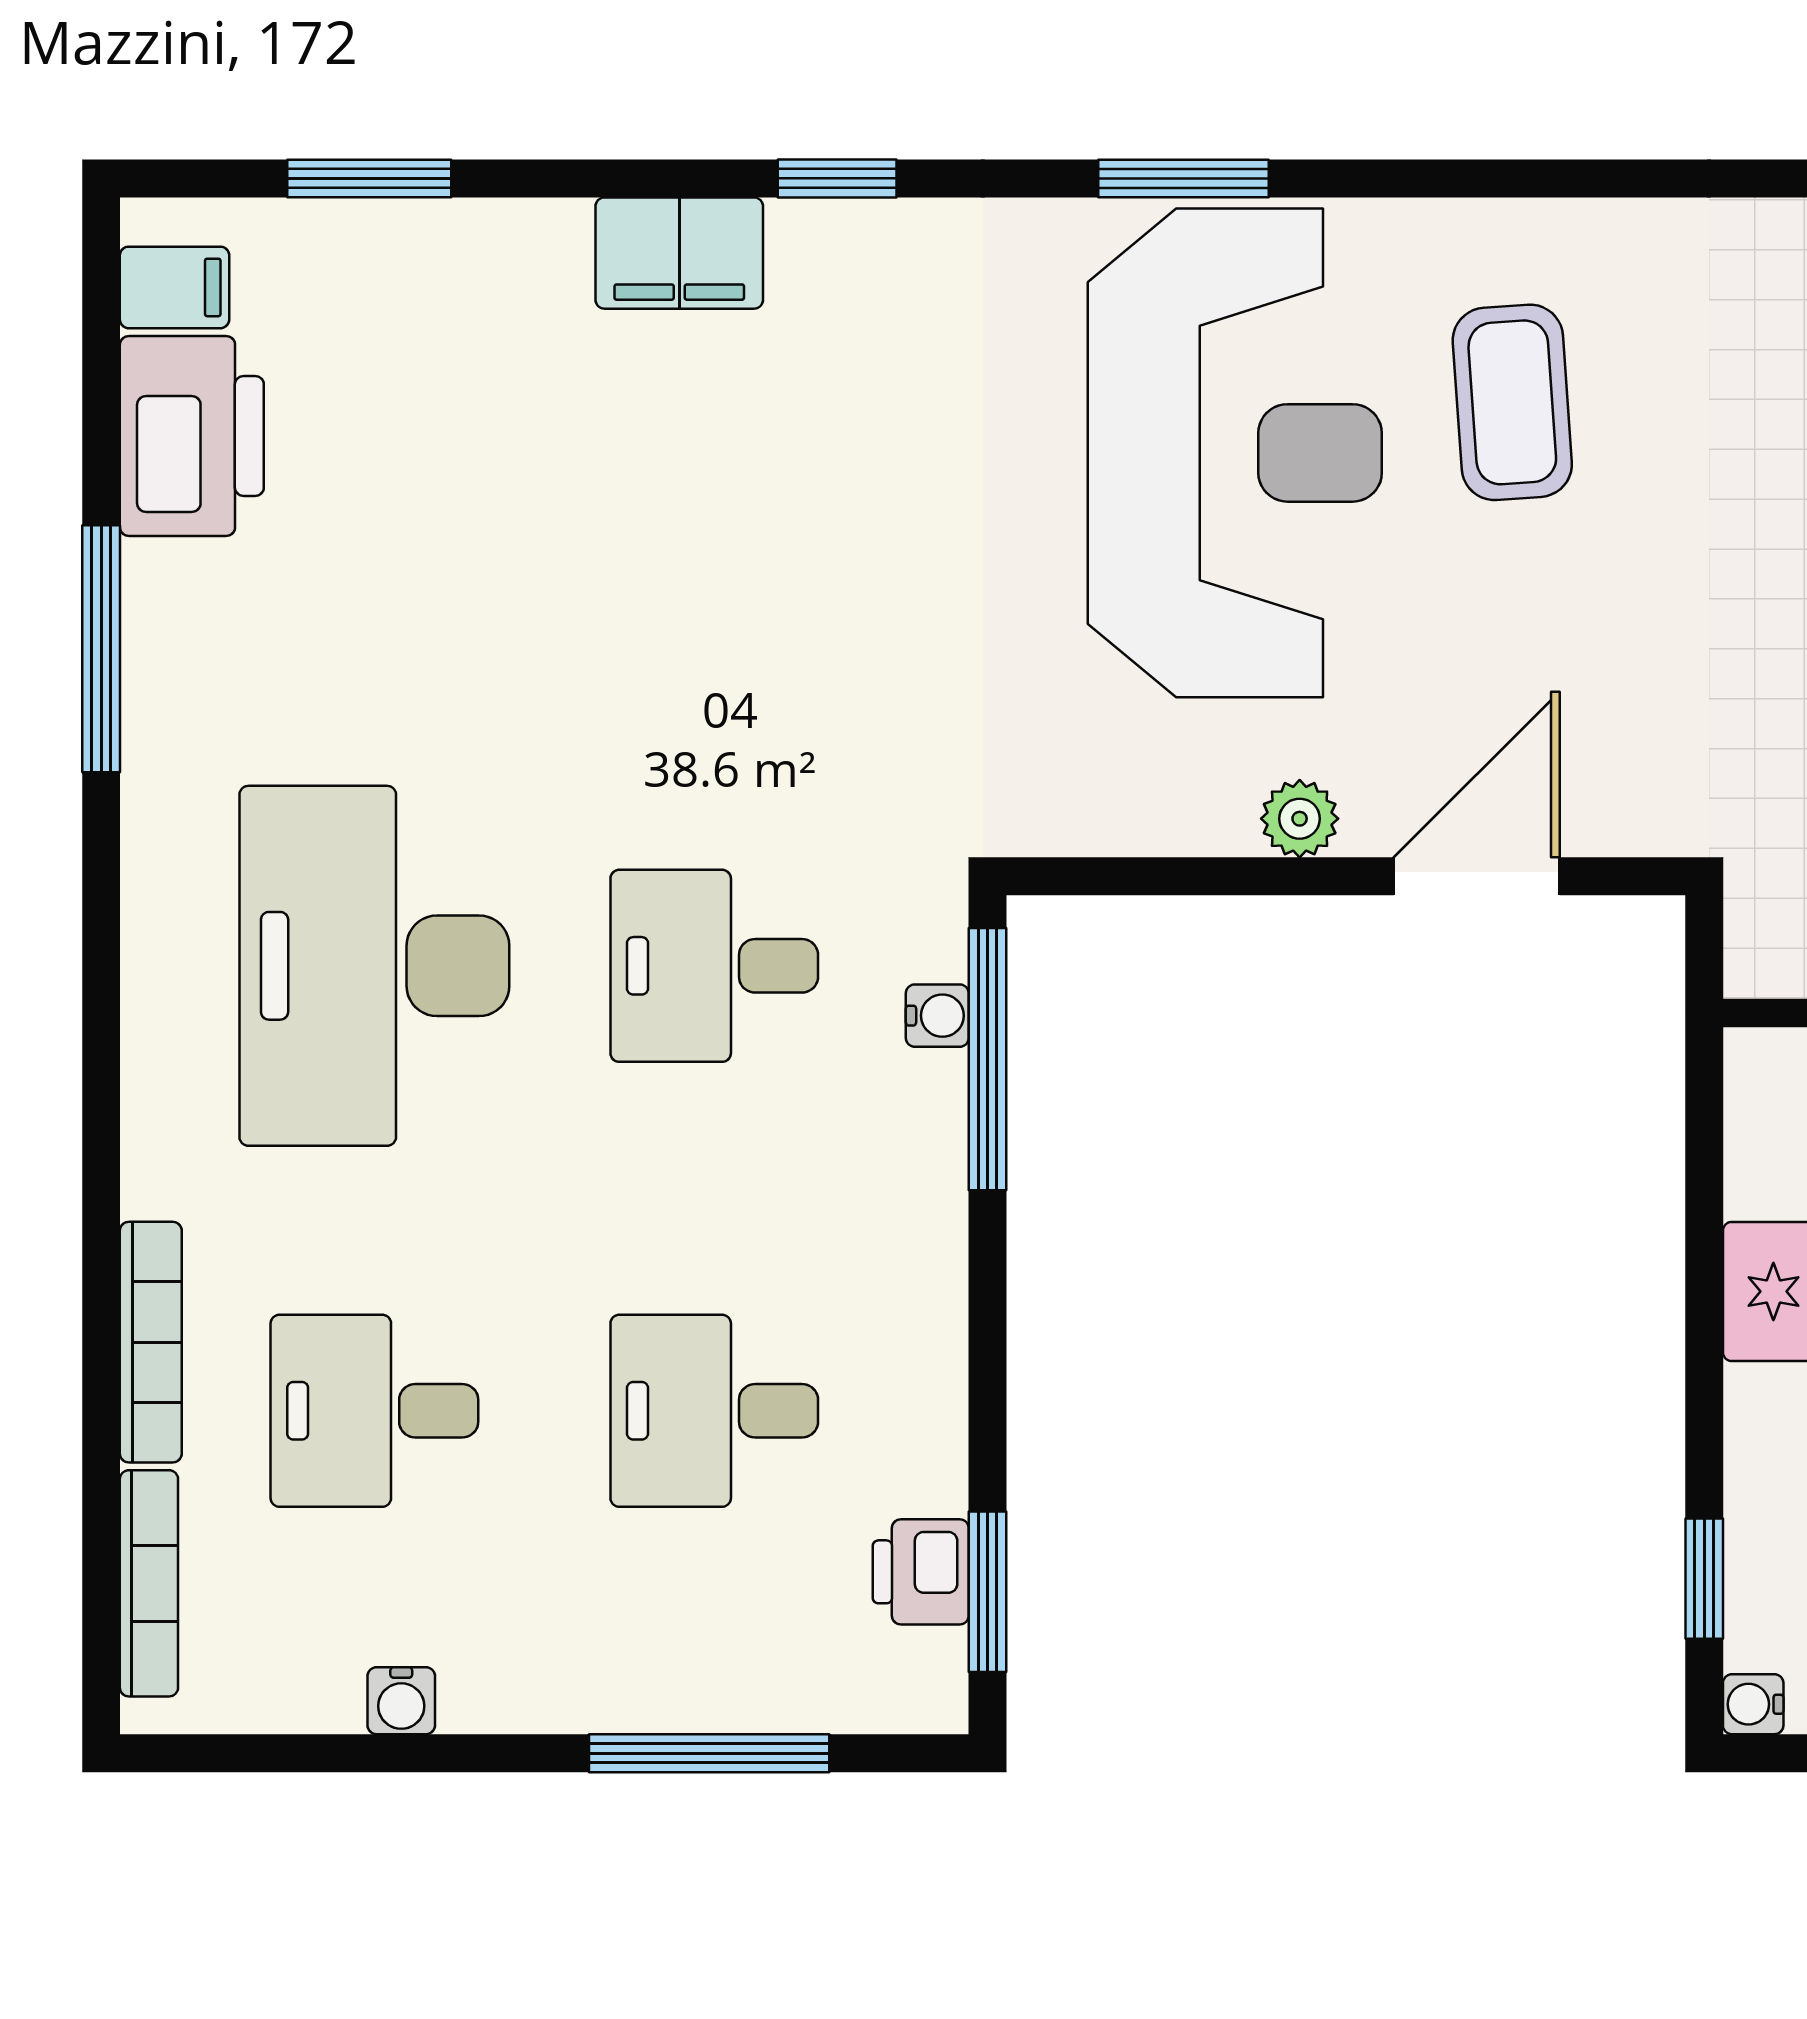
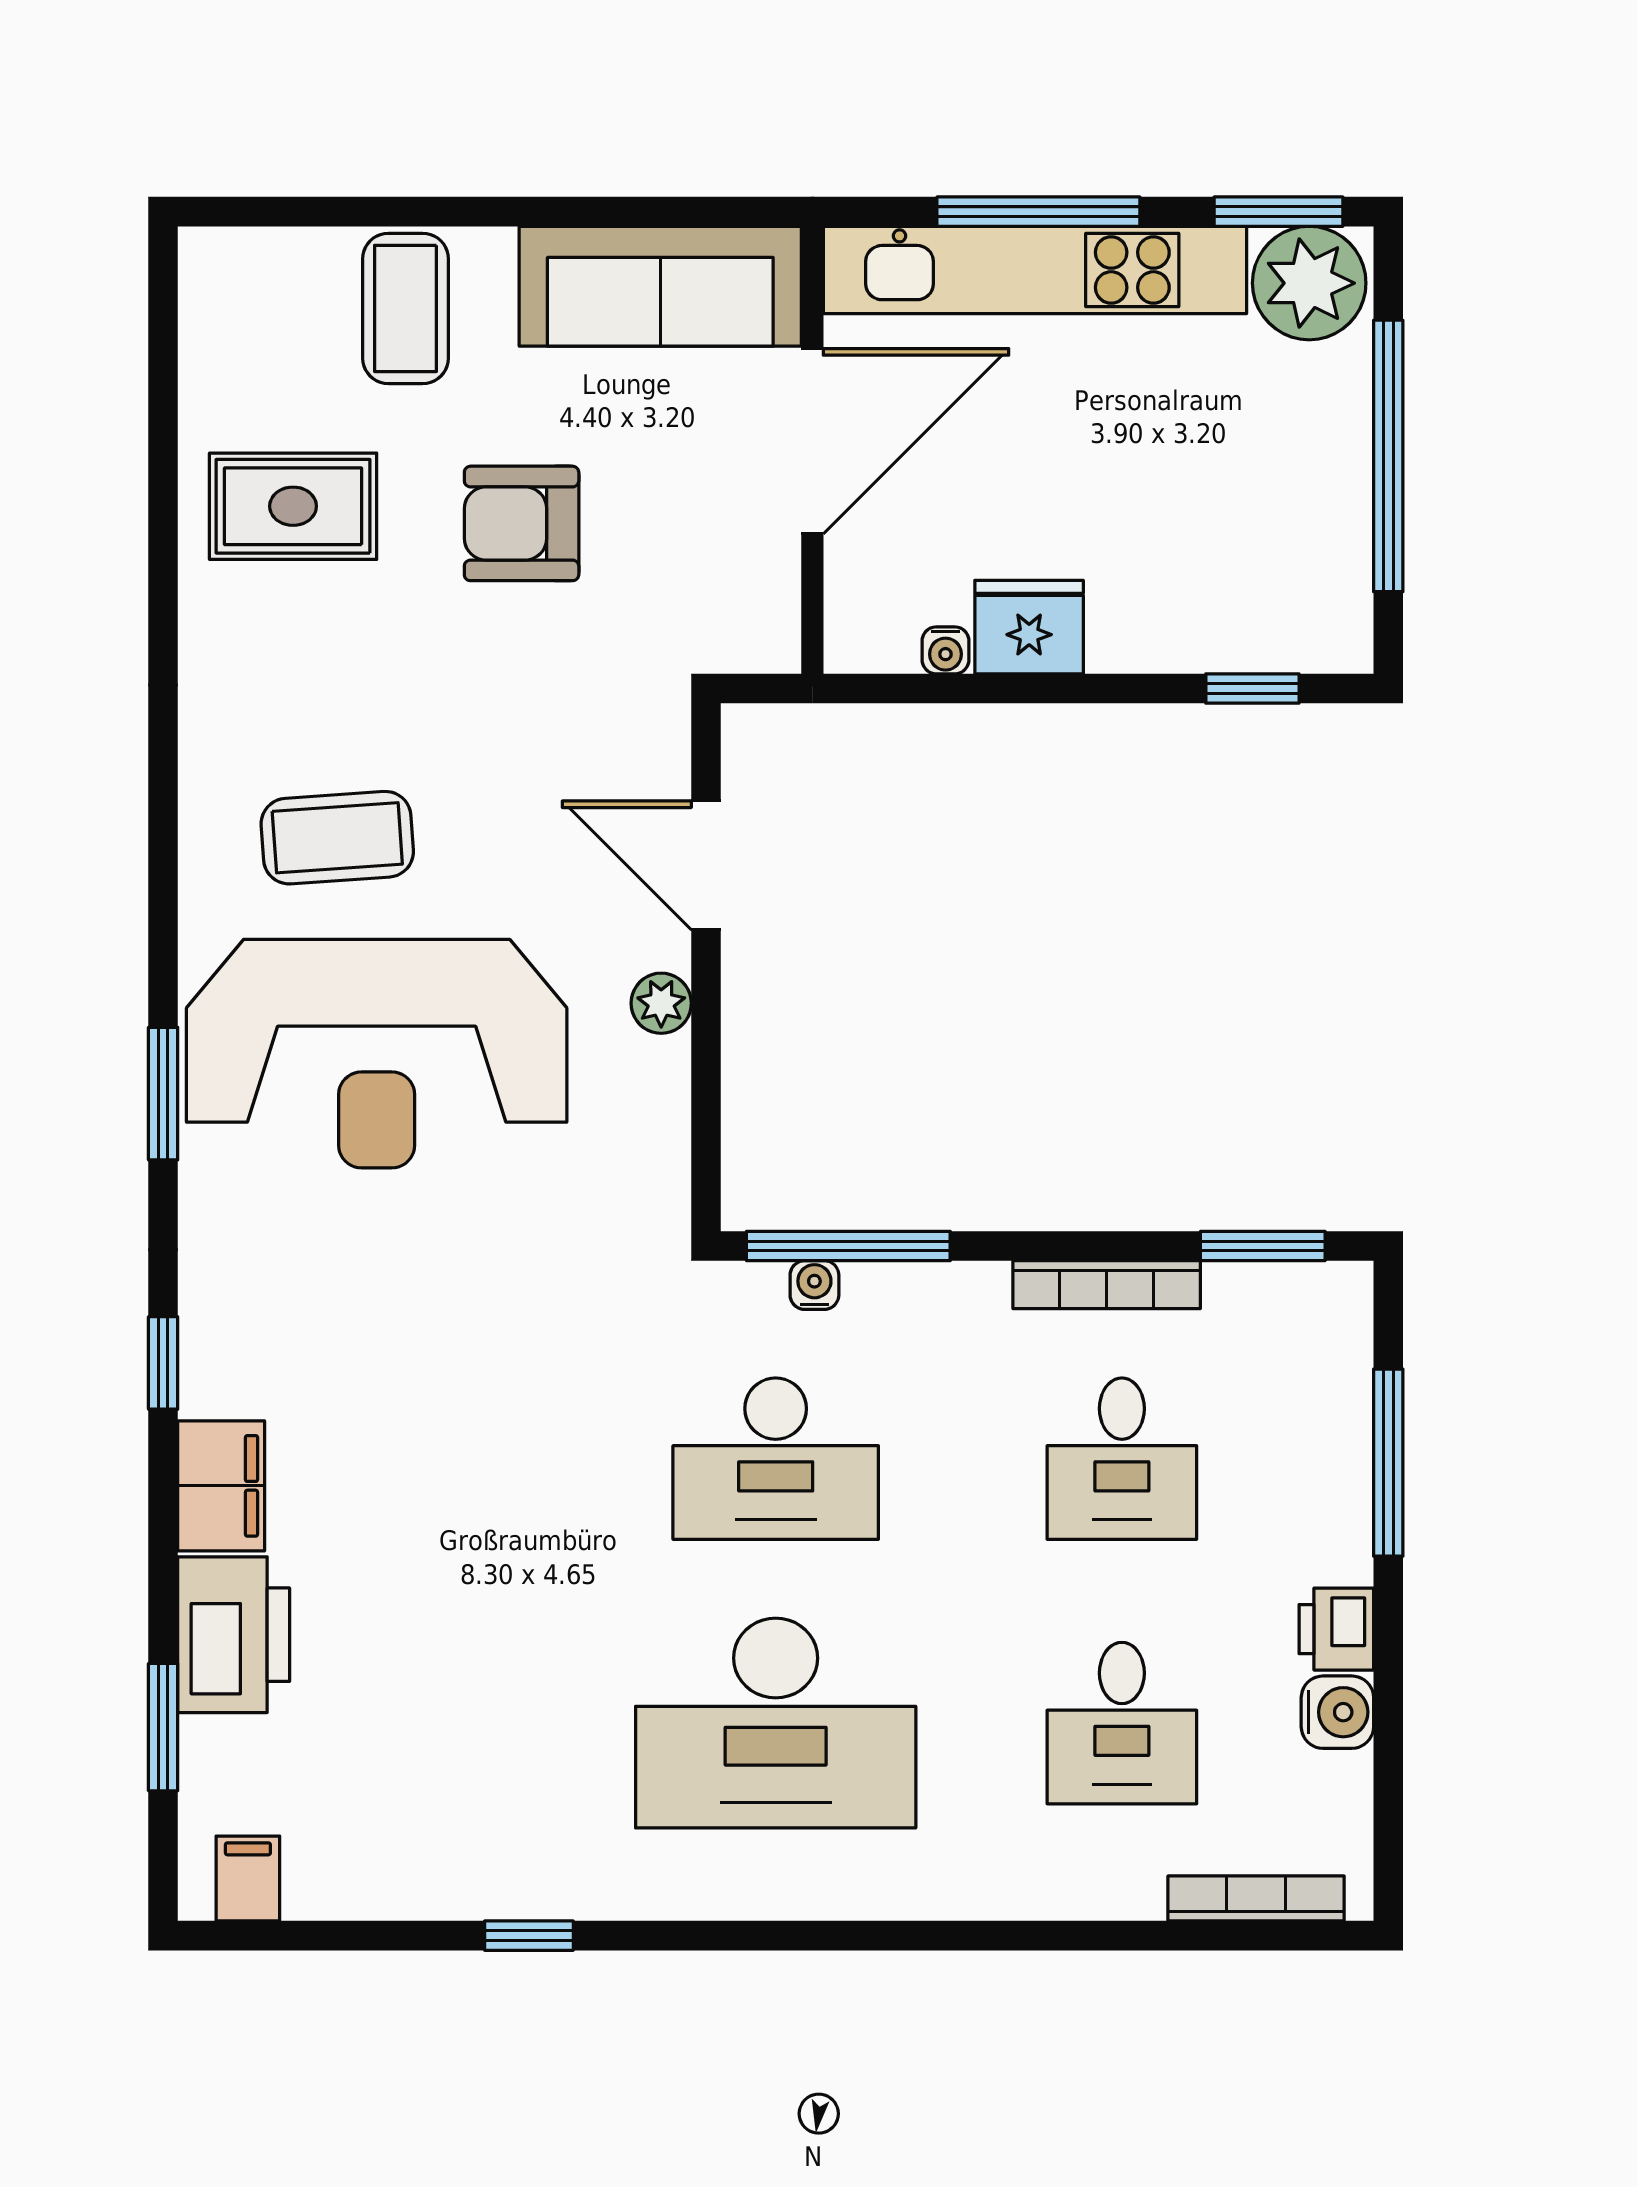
printer: (192, 436) -> (234, 1635), moved, turned 90
reception desk: (1235, 453) -> (377, 1054), turned 180
window: (101, 649) -> (529, 1936), width x0.46
desk: (714, 966) -> (776, 1459), width x1.37
bookcase: (151, 1342) -> (1107, 1285), moved, turned 180
printer: (921, 1572) -> (1336, 1629), moved, turned 90
water cooler: (401, 1701) -> (1337, 1712), width x1.38, depth x1.38
water cooler: (1753, 1704) -> (946, 650), moved

